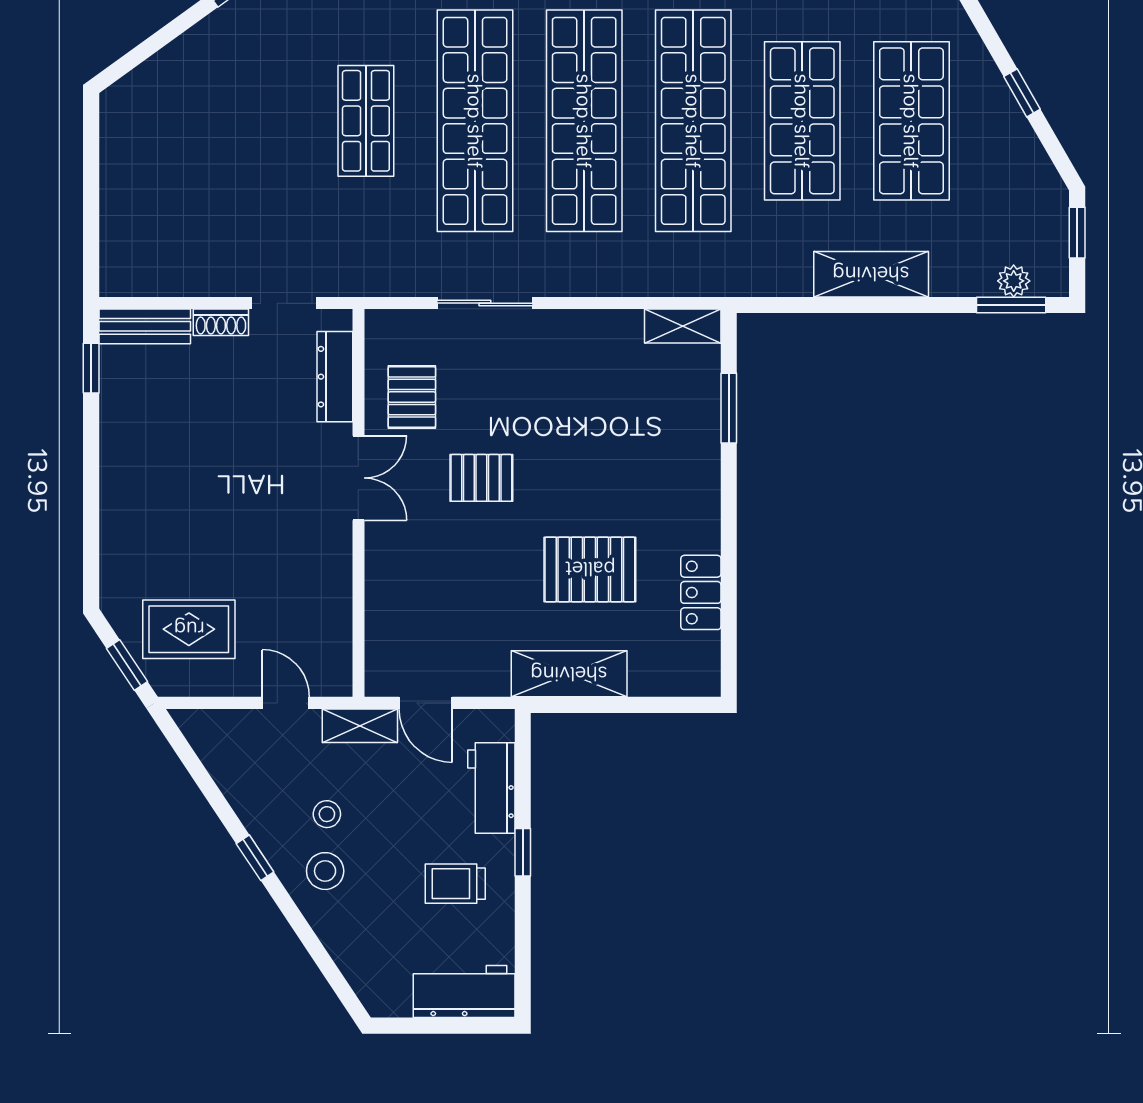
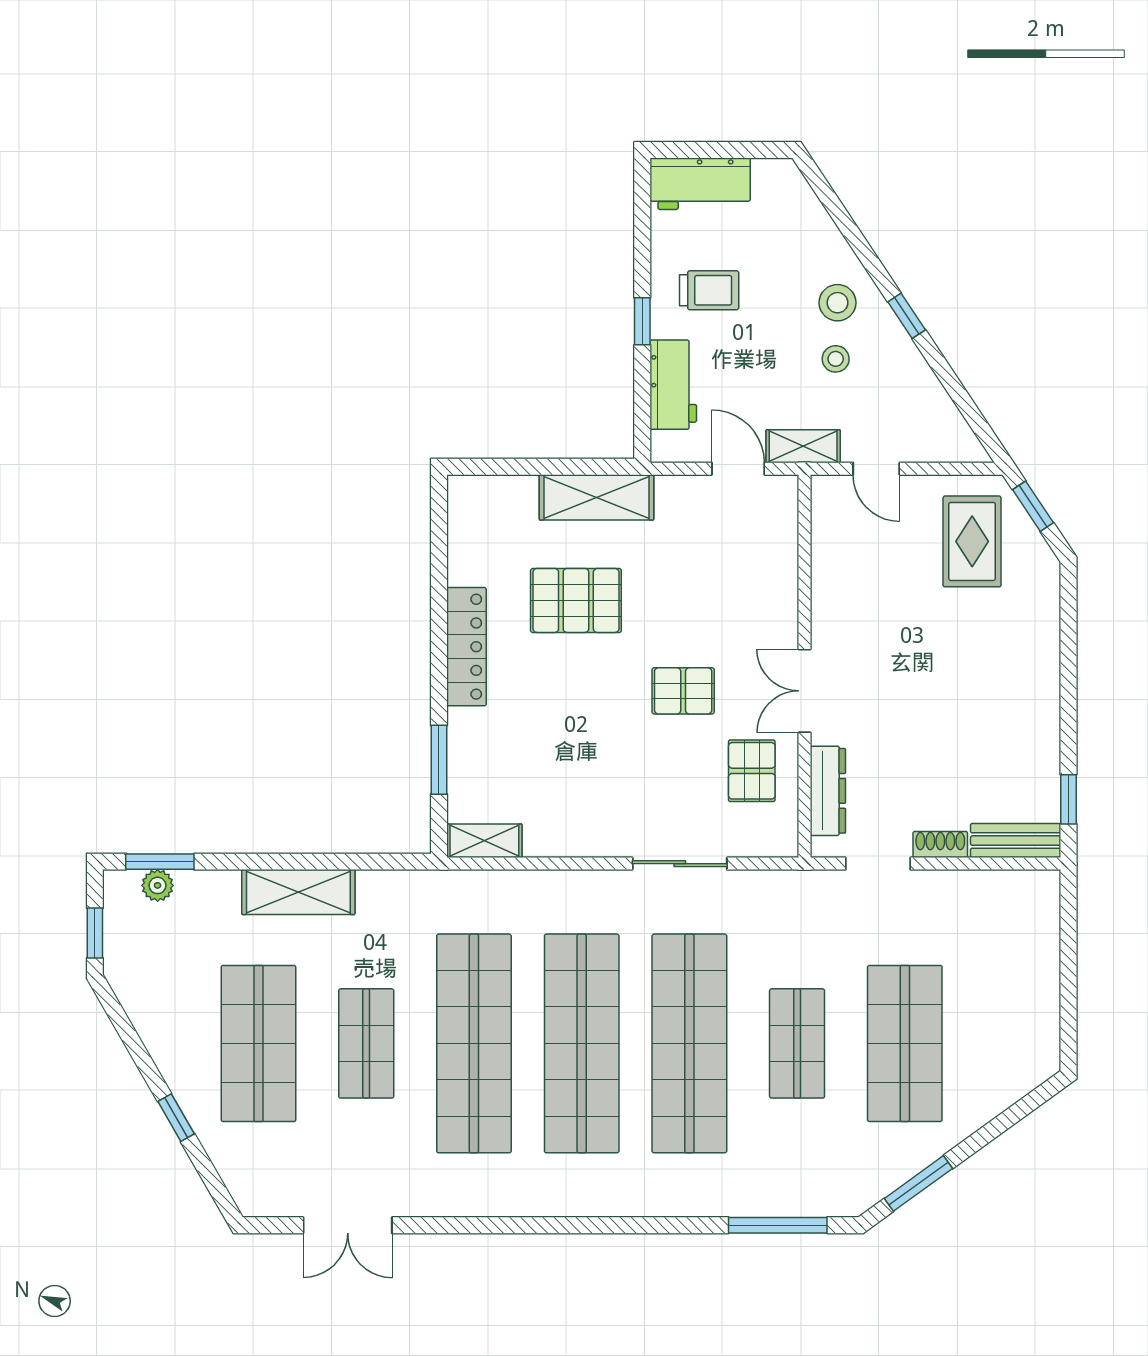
window: (1022, 93) -> (176, 1118), moved
shop shelf: (257, 121) -> (905, 1043), added
shop shelf: (802, 121) -> (366, 1043), width x0.70, depth x0.74
locker: (701, 592) -> (466, 647), moved, width x1.53
rug: (189, 629) -> (972, 541), turned 90

